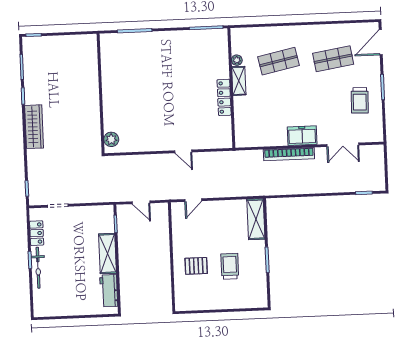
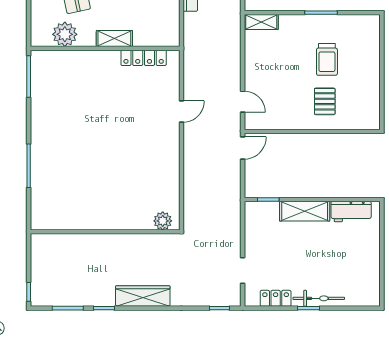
plant: (237, 60) -> (65, 34), width x1.88, depth x1.88
shelving: (239, 81) -> (114, 39), moved
wall: (101, 94) -> (105, 232), moved
locker: (224, 97) -> (144, 58), moved
plant: (111, 139) -> (163, 221), moved
door: (141, 202) -> (243, 148), moved
shelving: (256, 219) -> (261, 22), width x0.67, depth x0.75
trolley: (230, 266) -> (327, 59), turned -90

